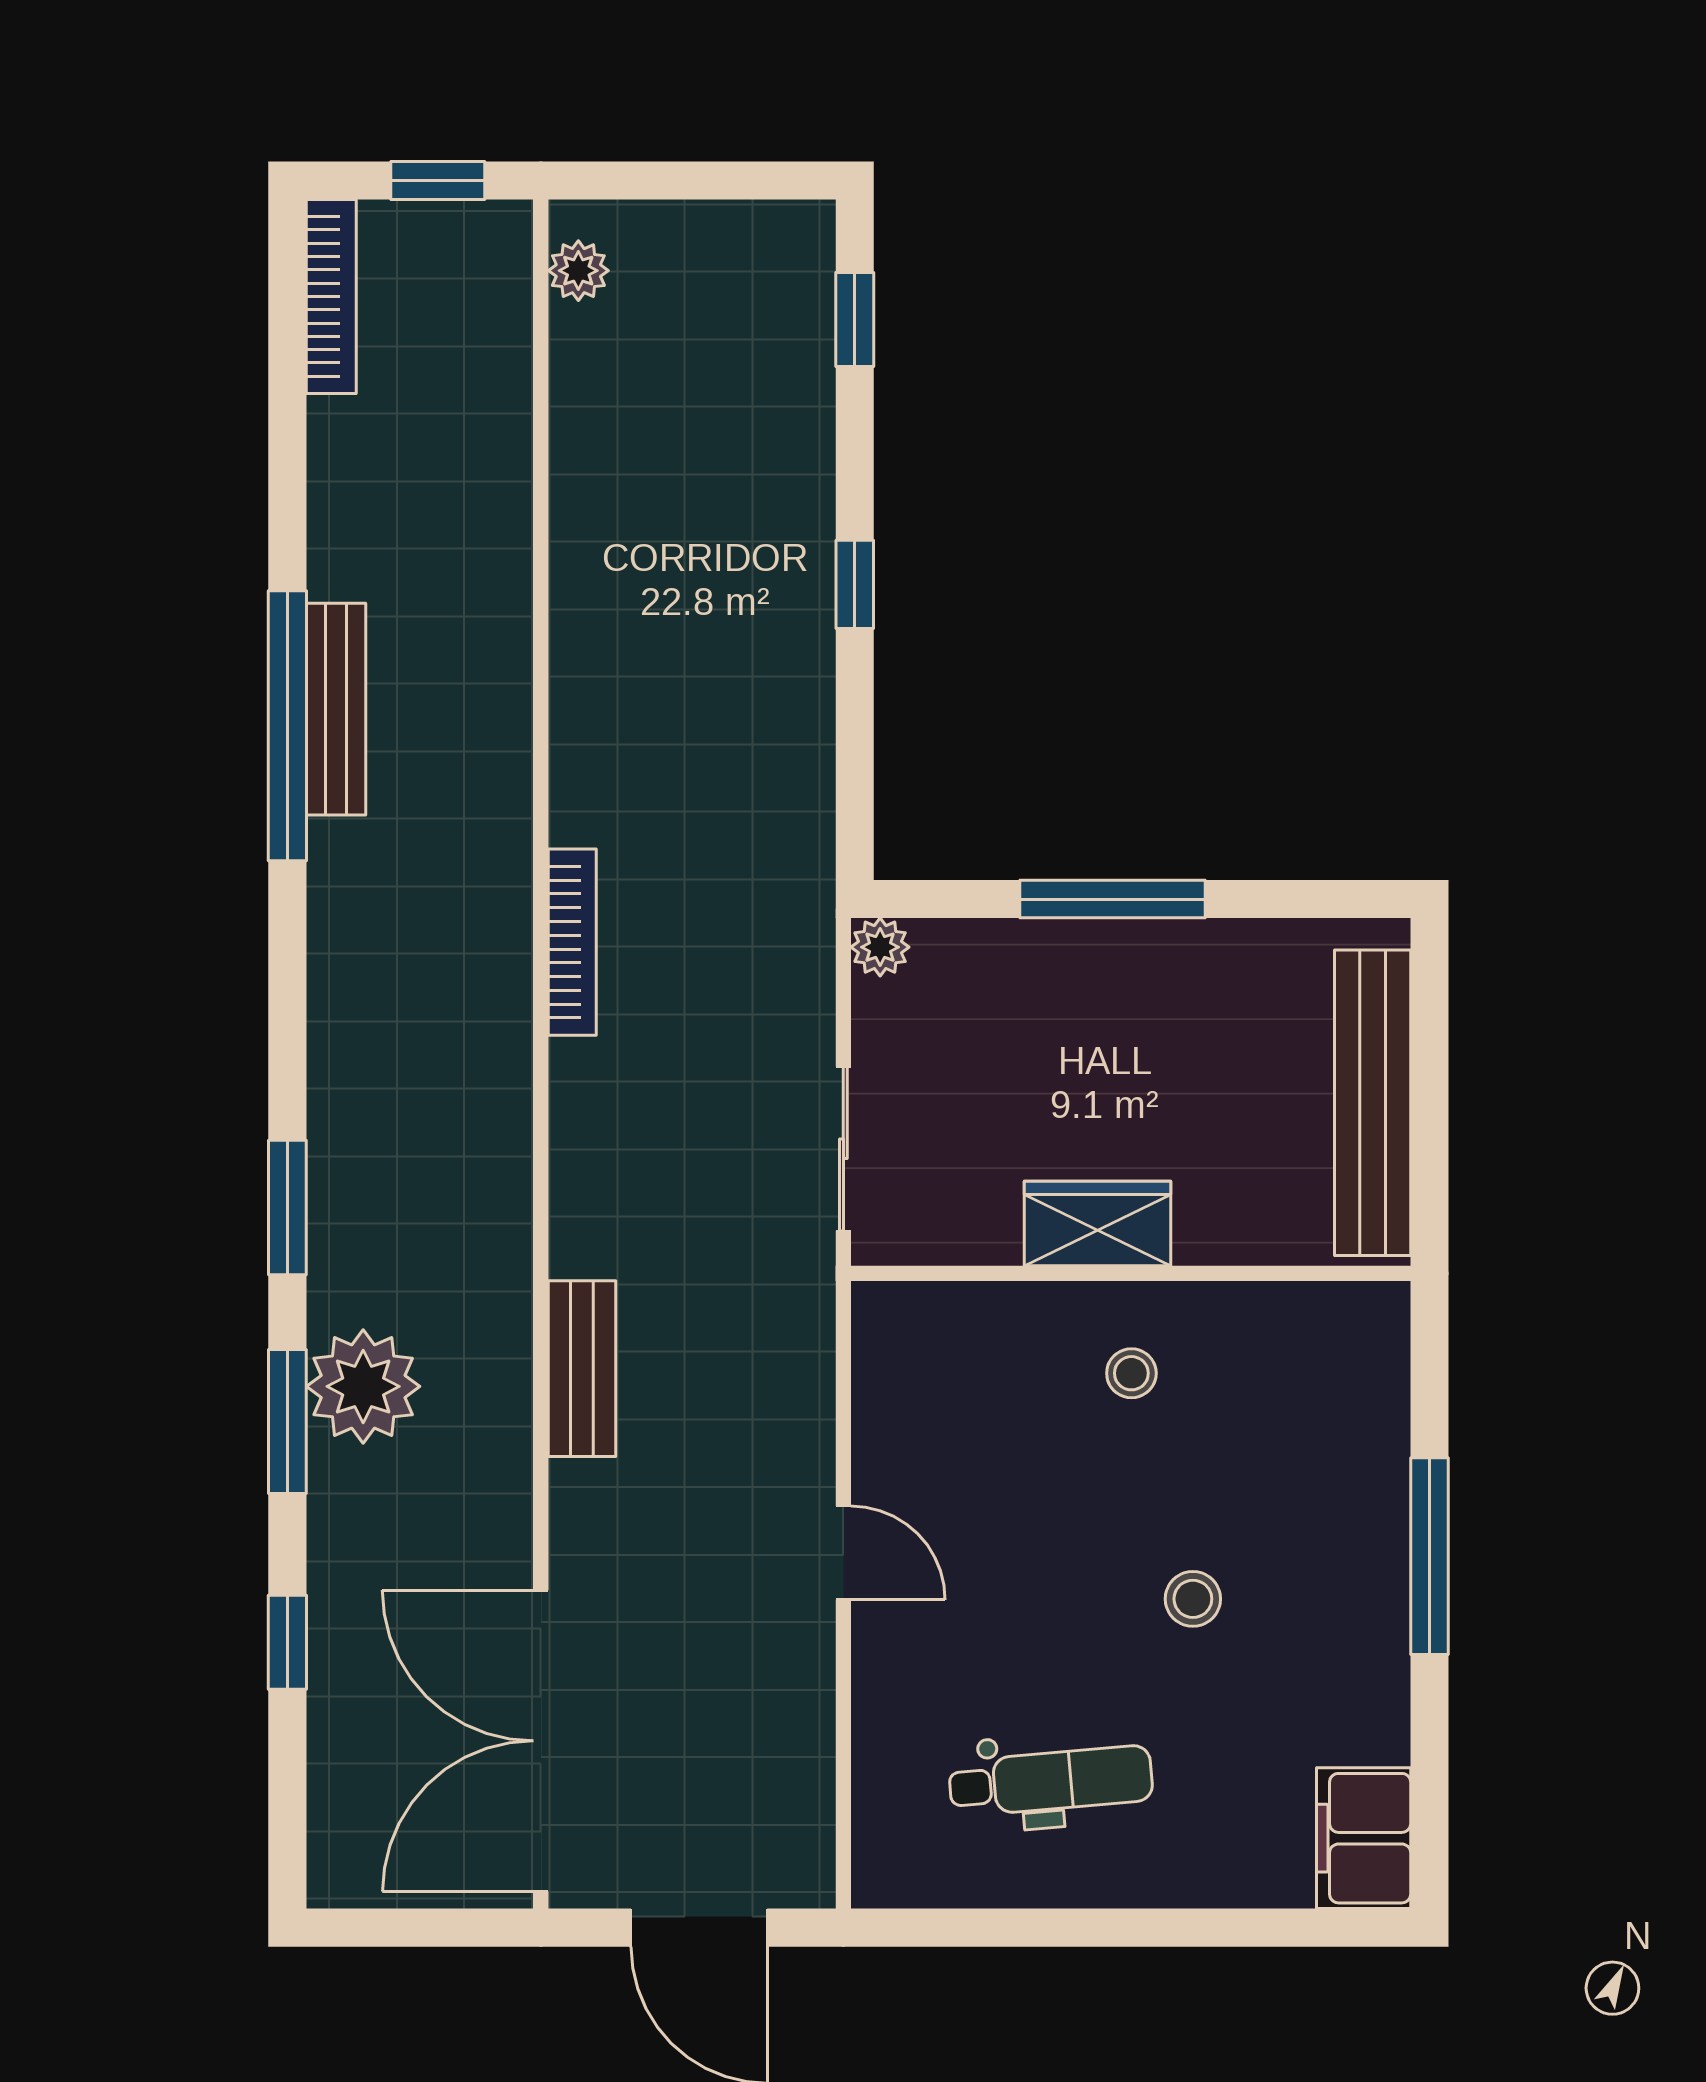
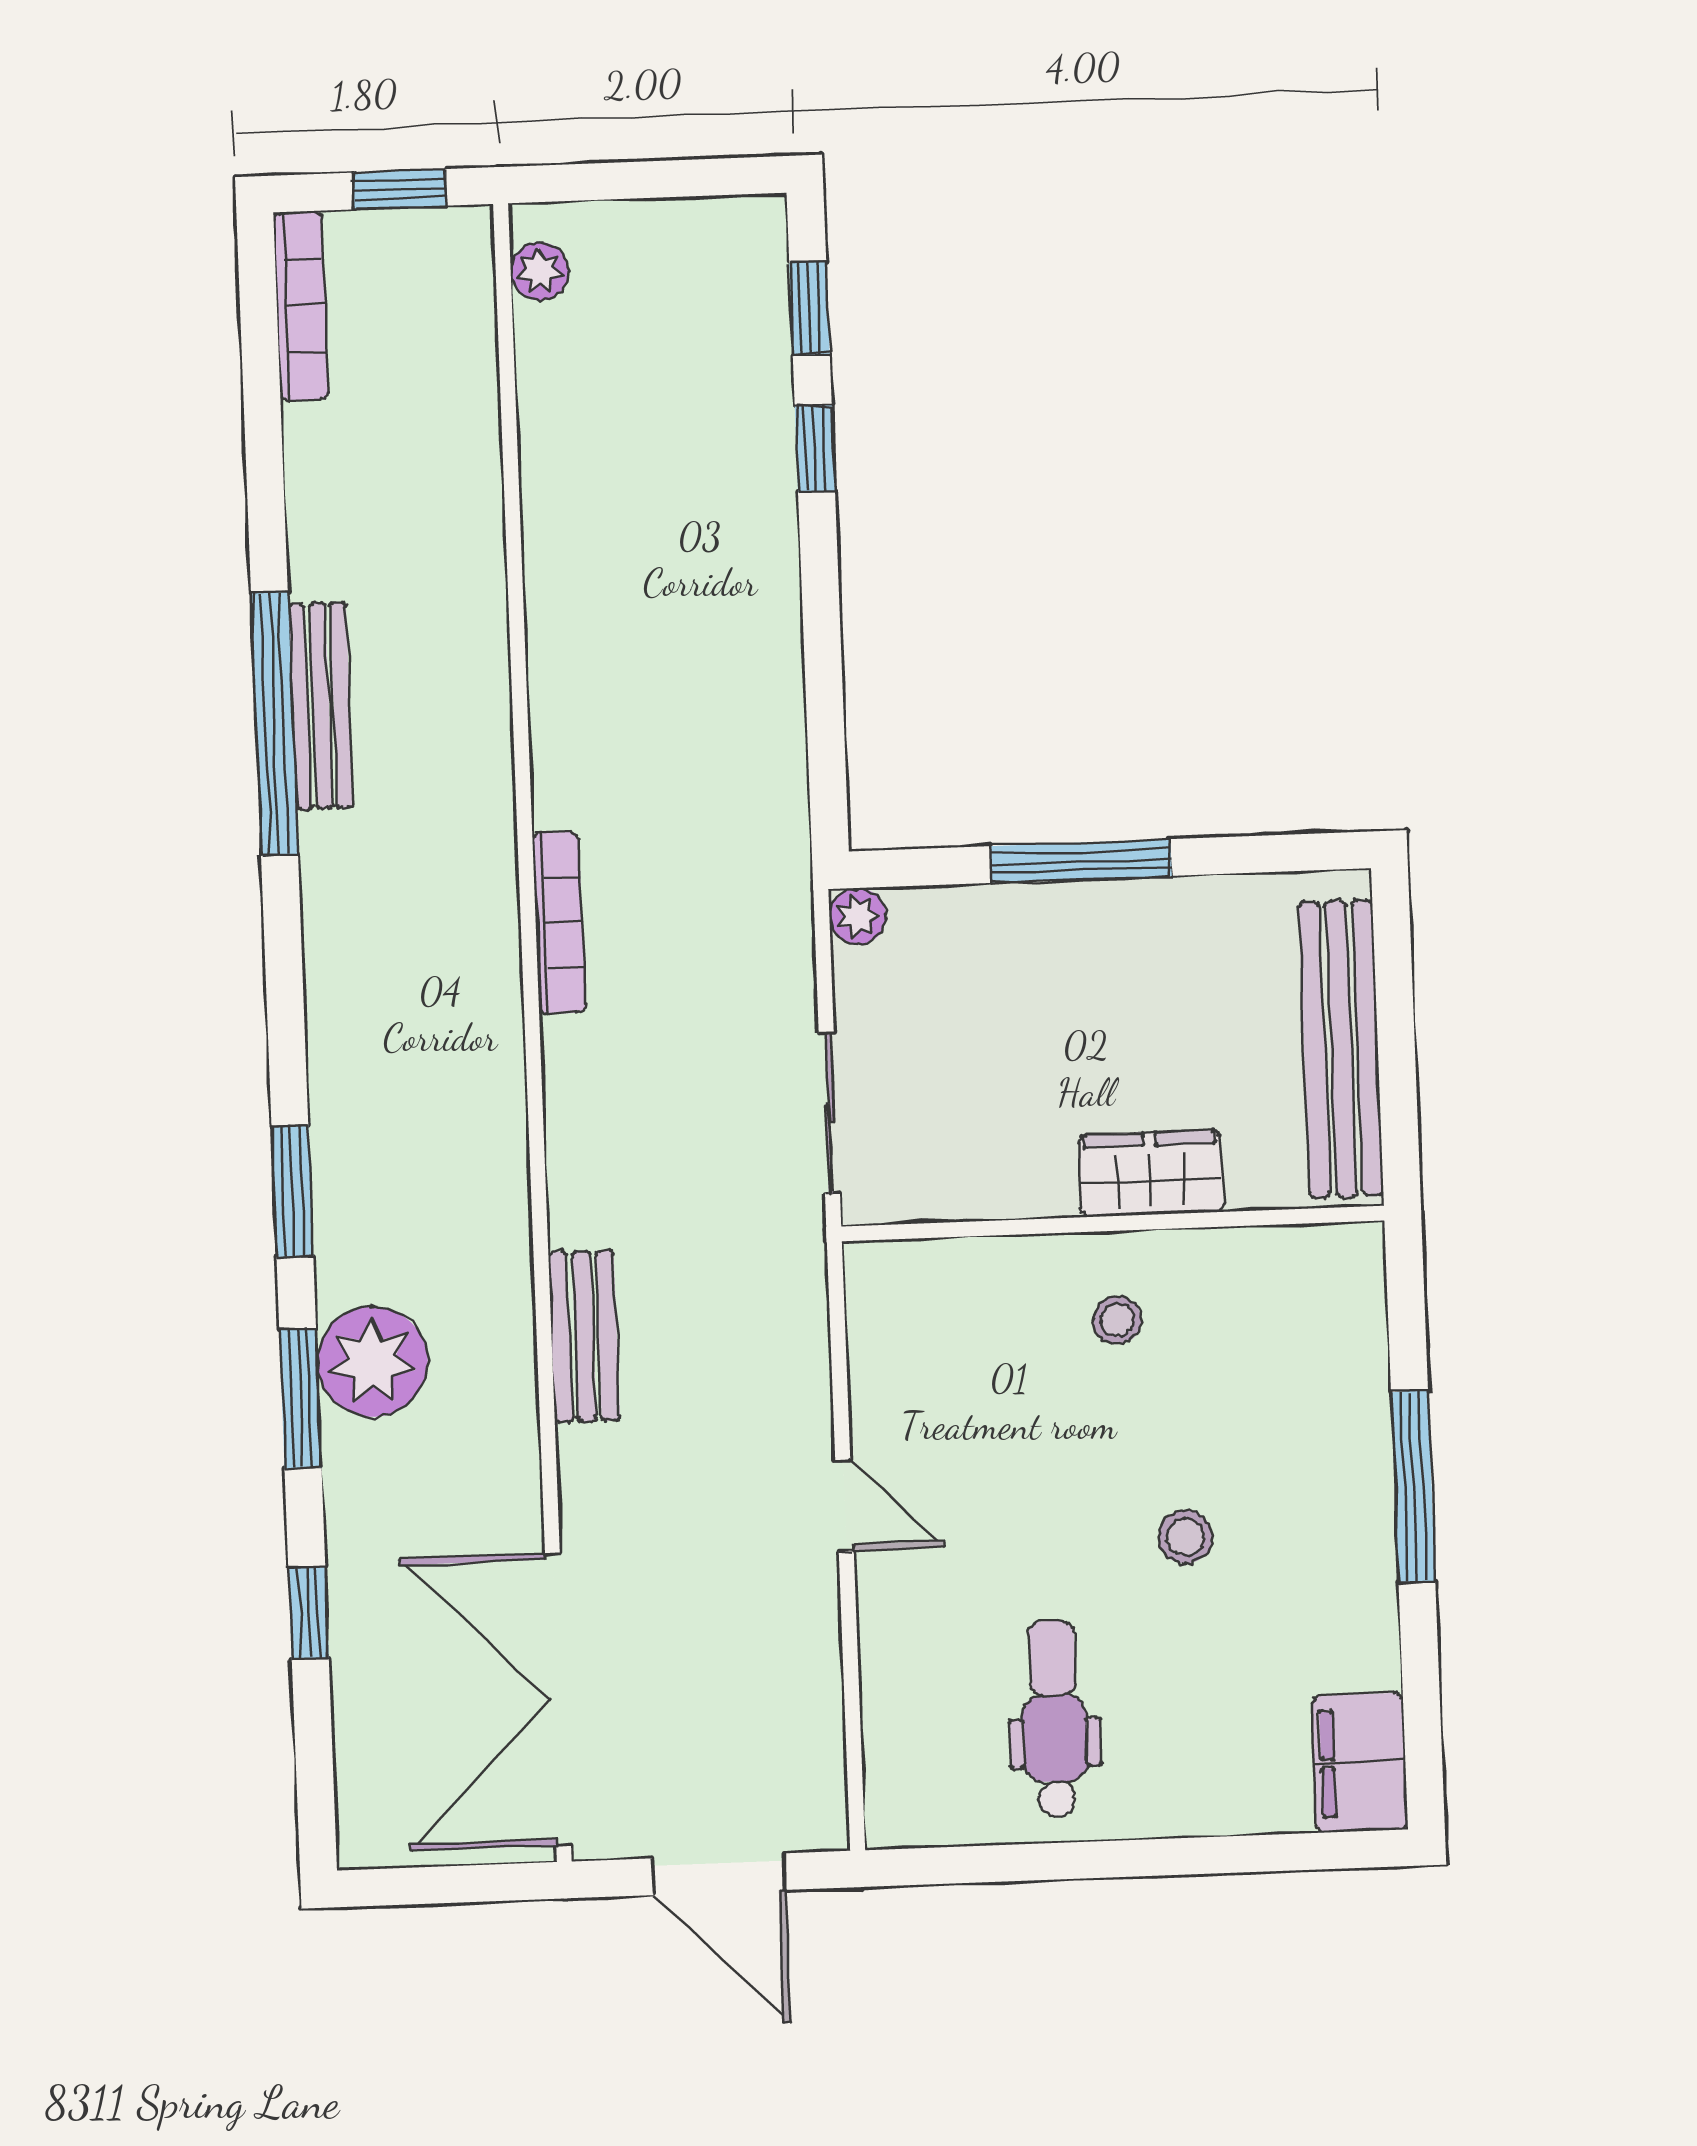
window: (855, 584) -> (815, 449), moved
wardrobe: (1098, 1223) -> (1151, 1174), moved
dental chair: (1051, 1781) -> (1054, 1719), turned -85

